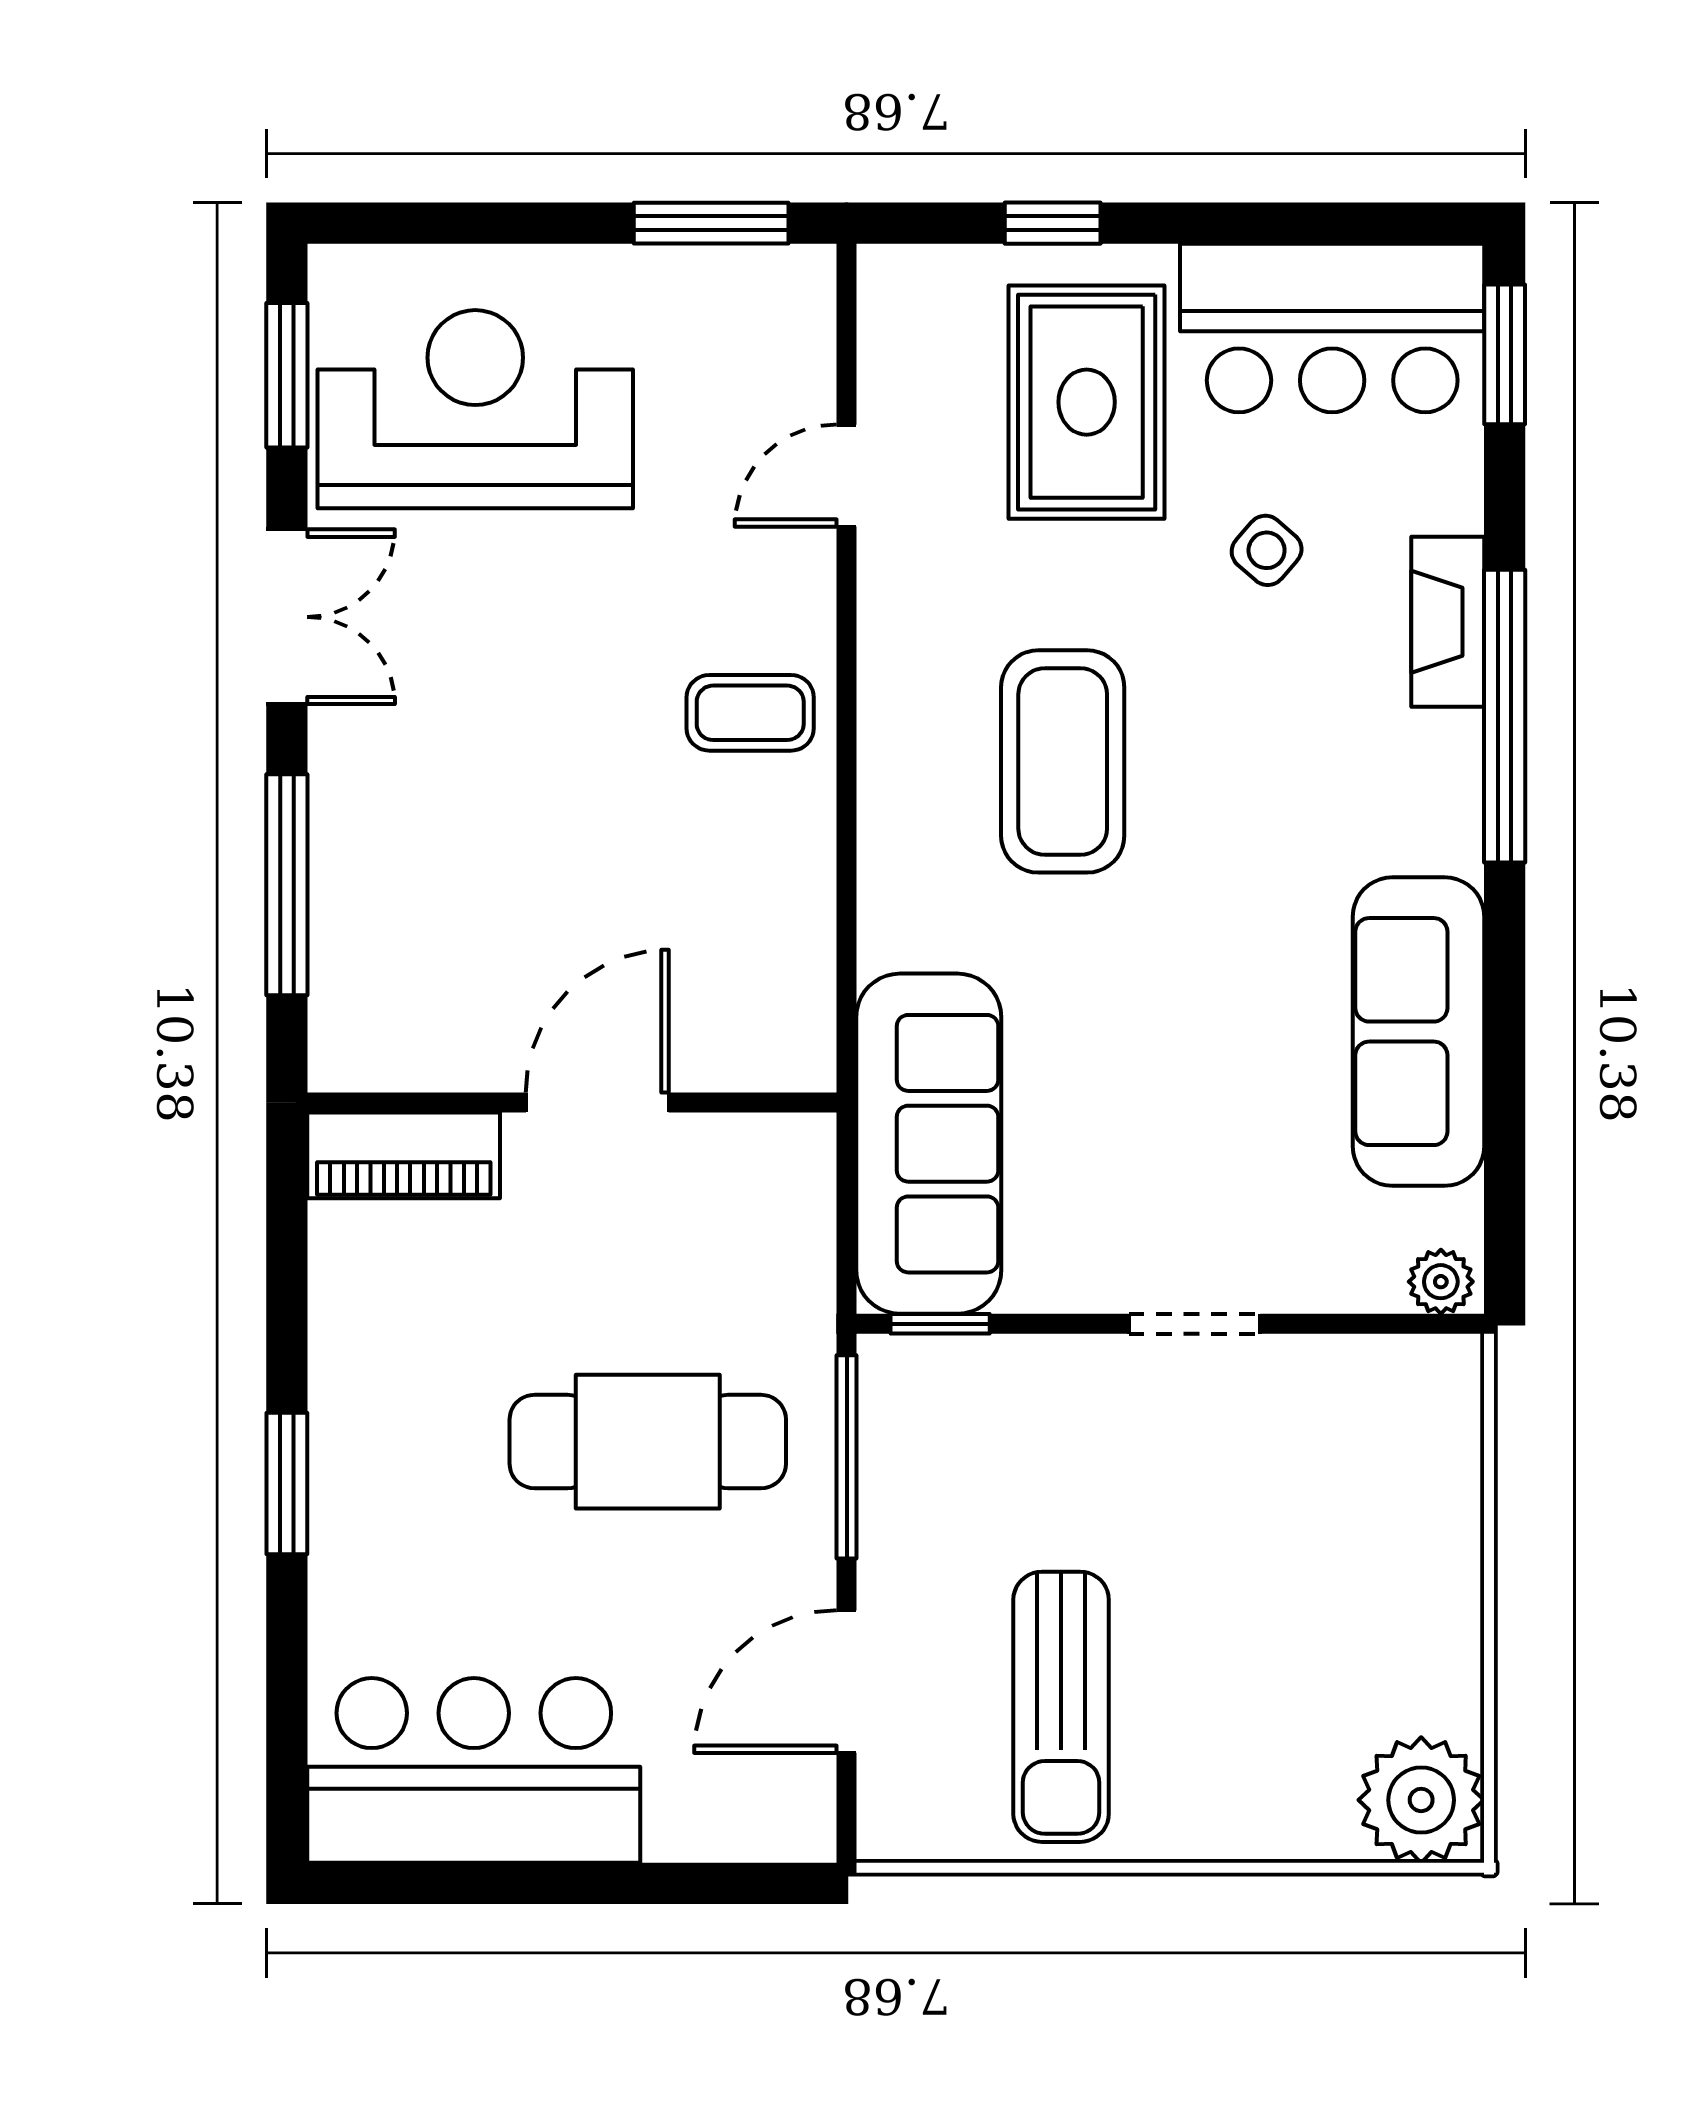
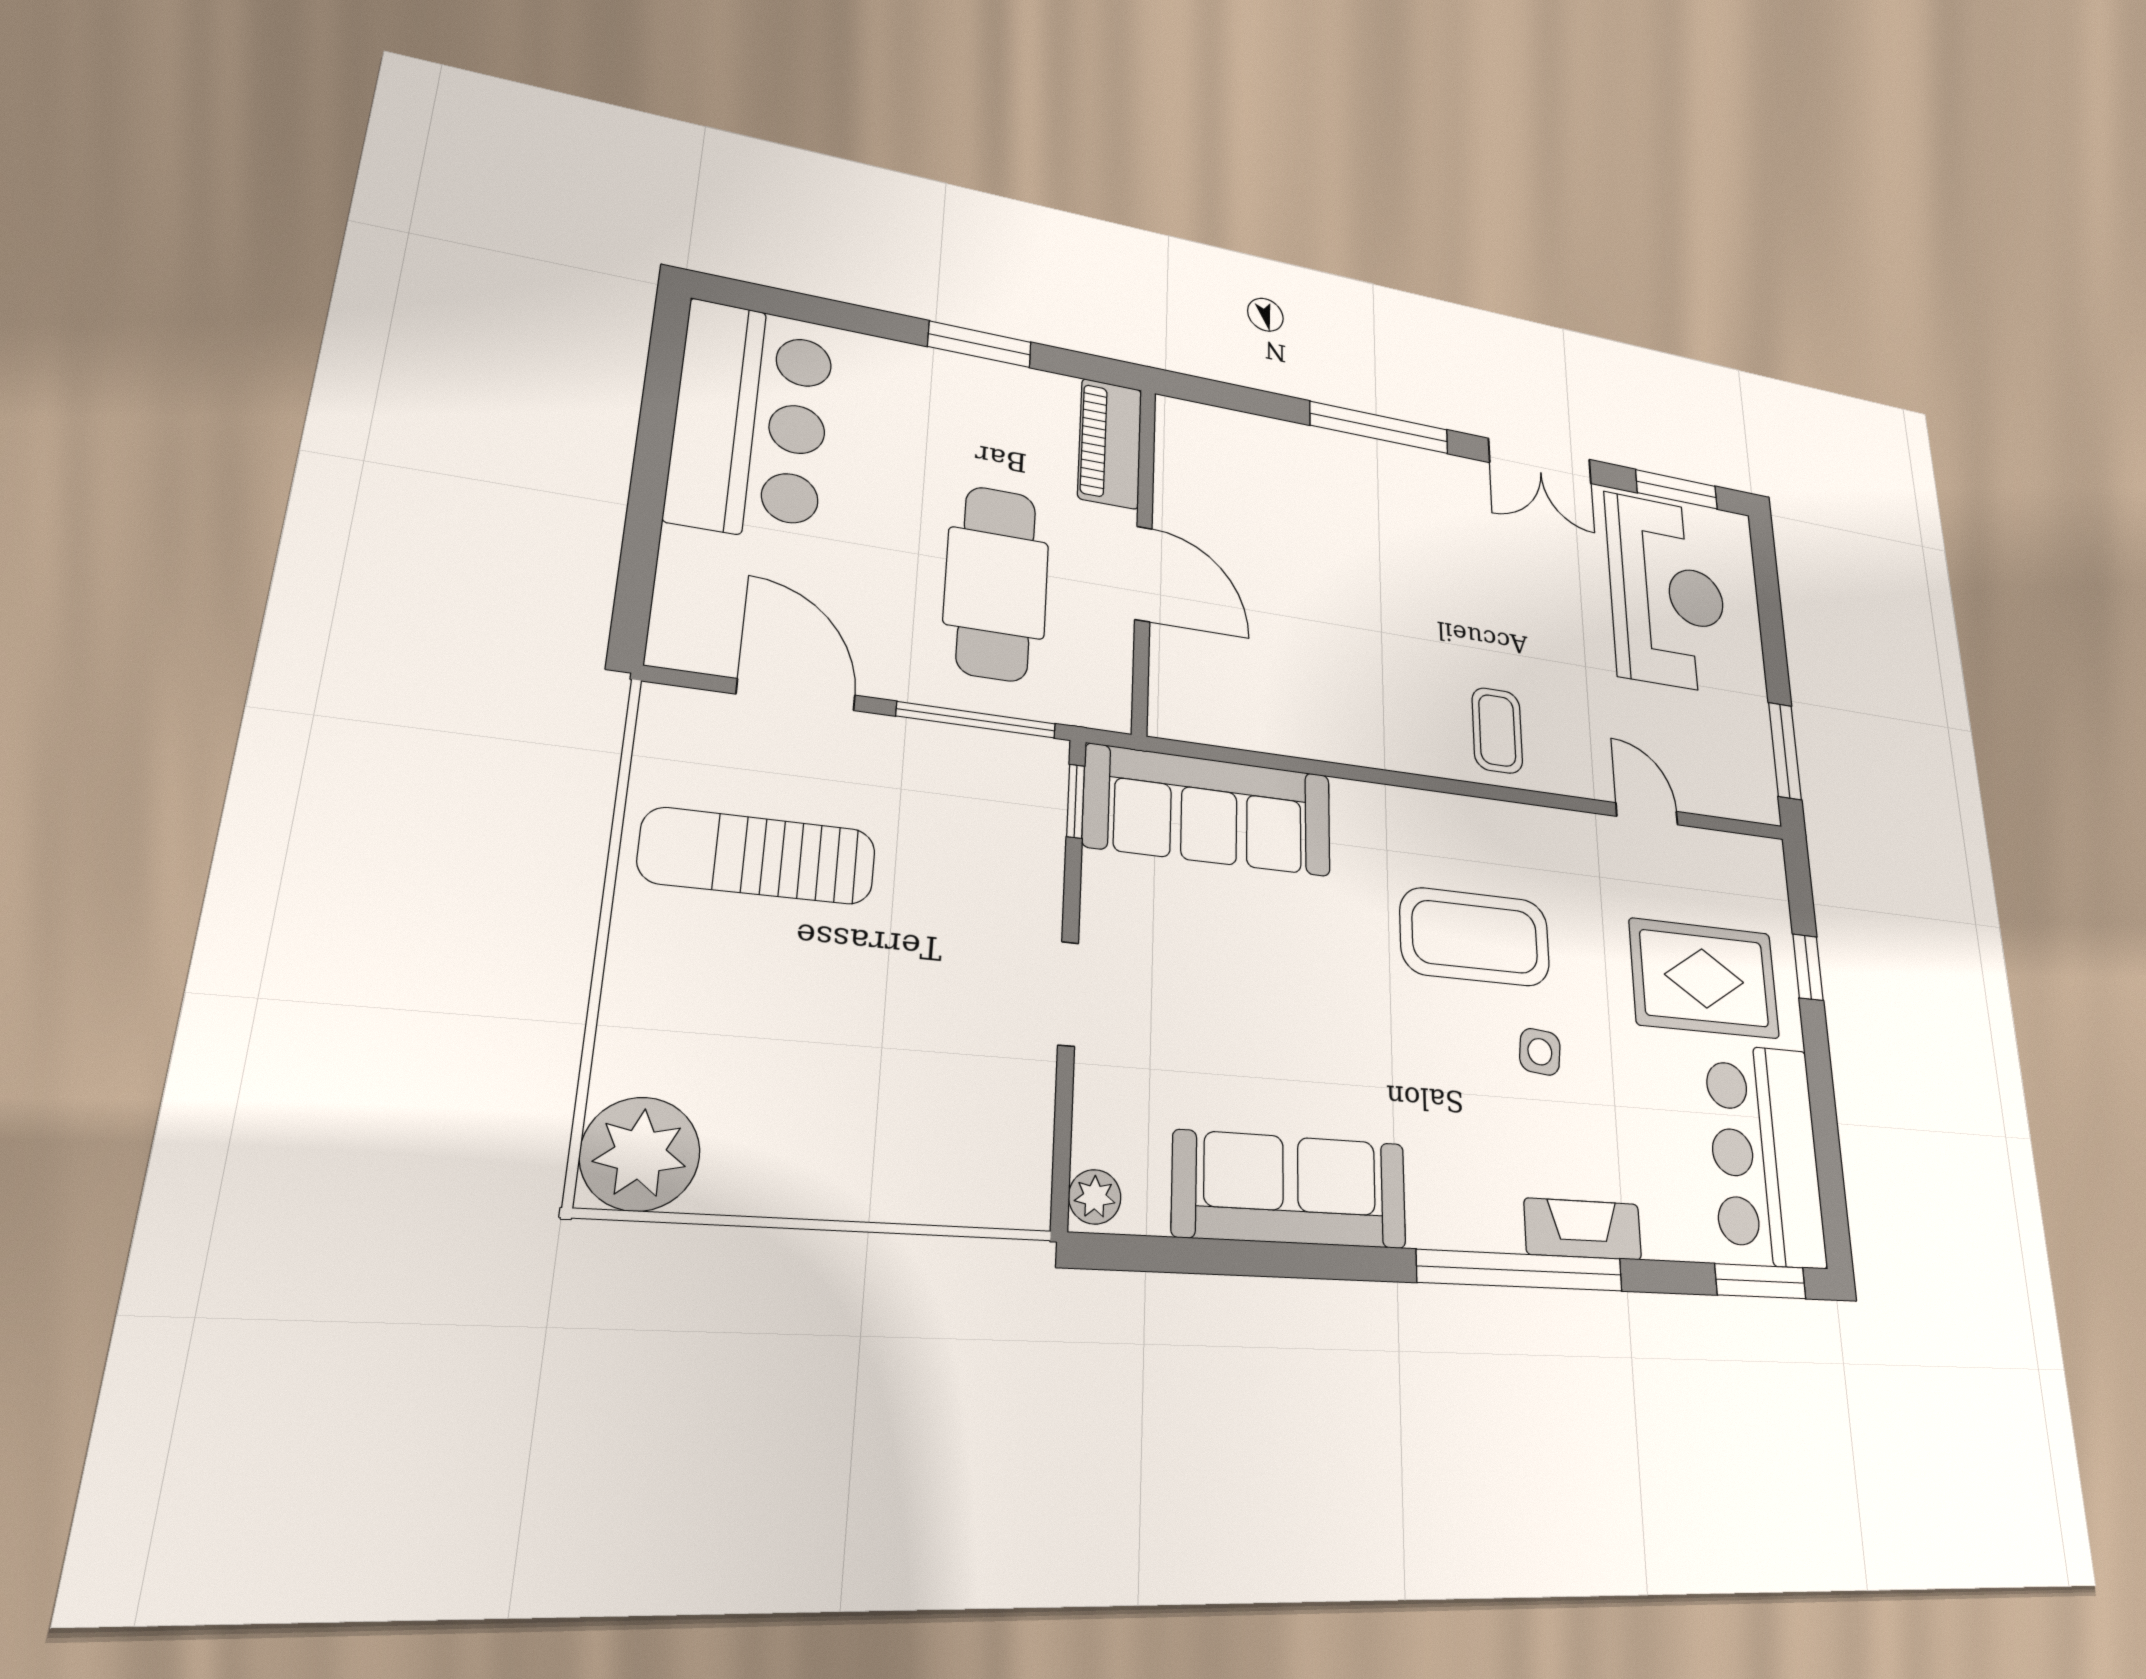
side table: (1267, 550) -> (1540, 1052), moved, turned -35
wall: (572, 1102) -> (1144, 557), moved
door: (597, 1102) -> (1143, 574), moved
piano: (404, 1155) -> (1110, 443), moved

